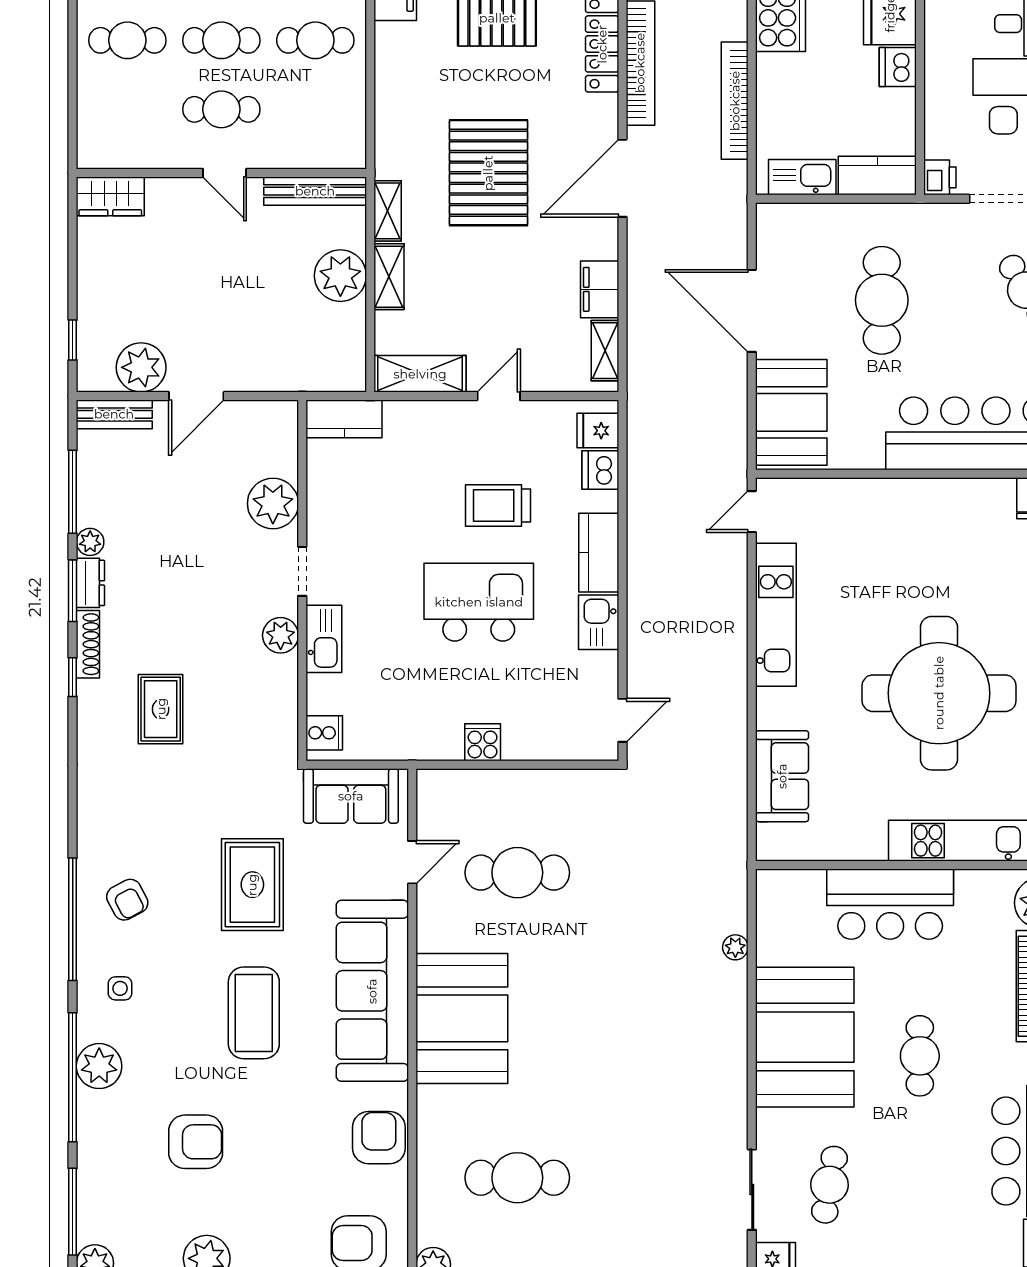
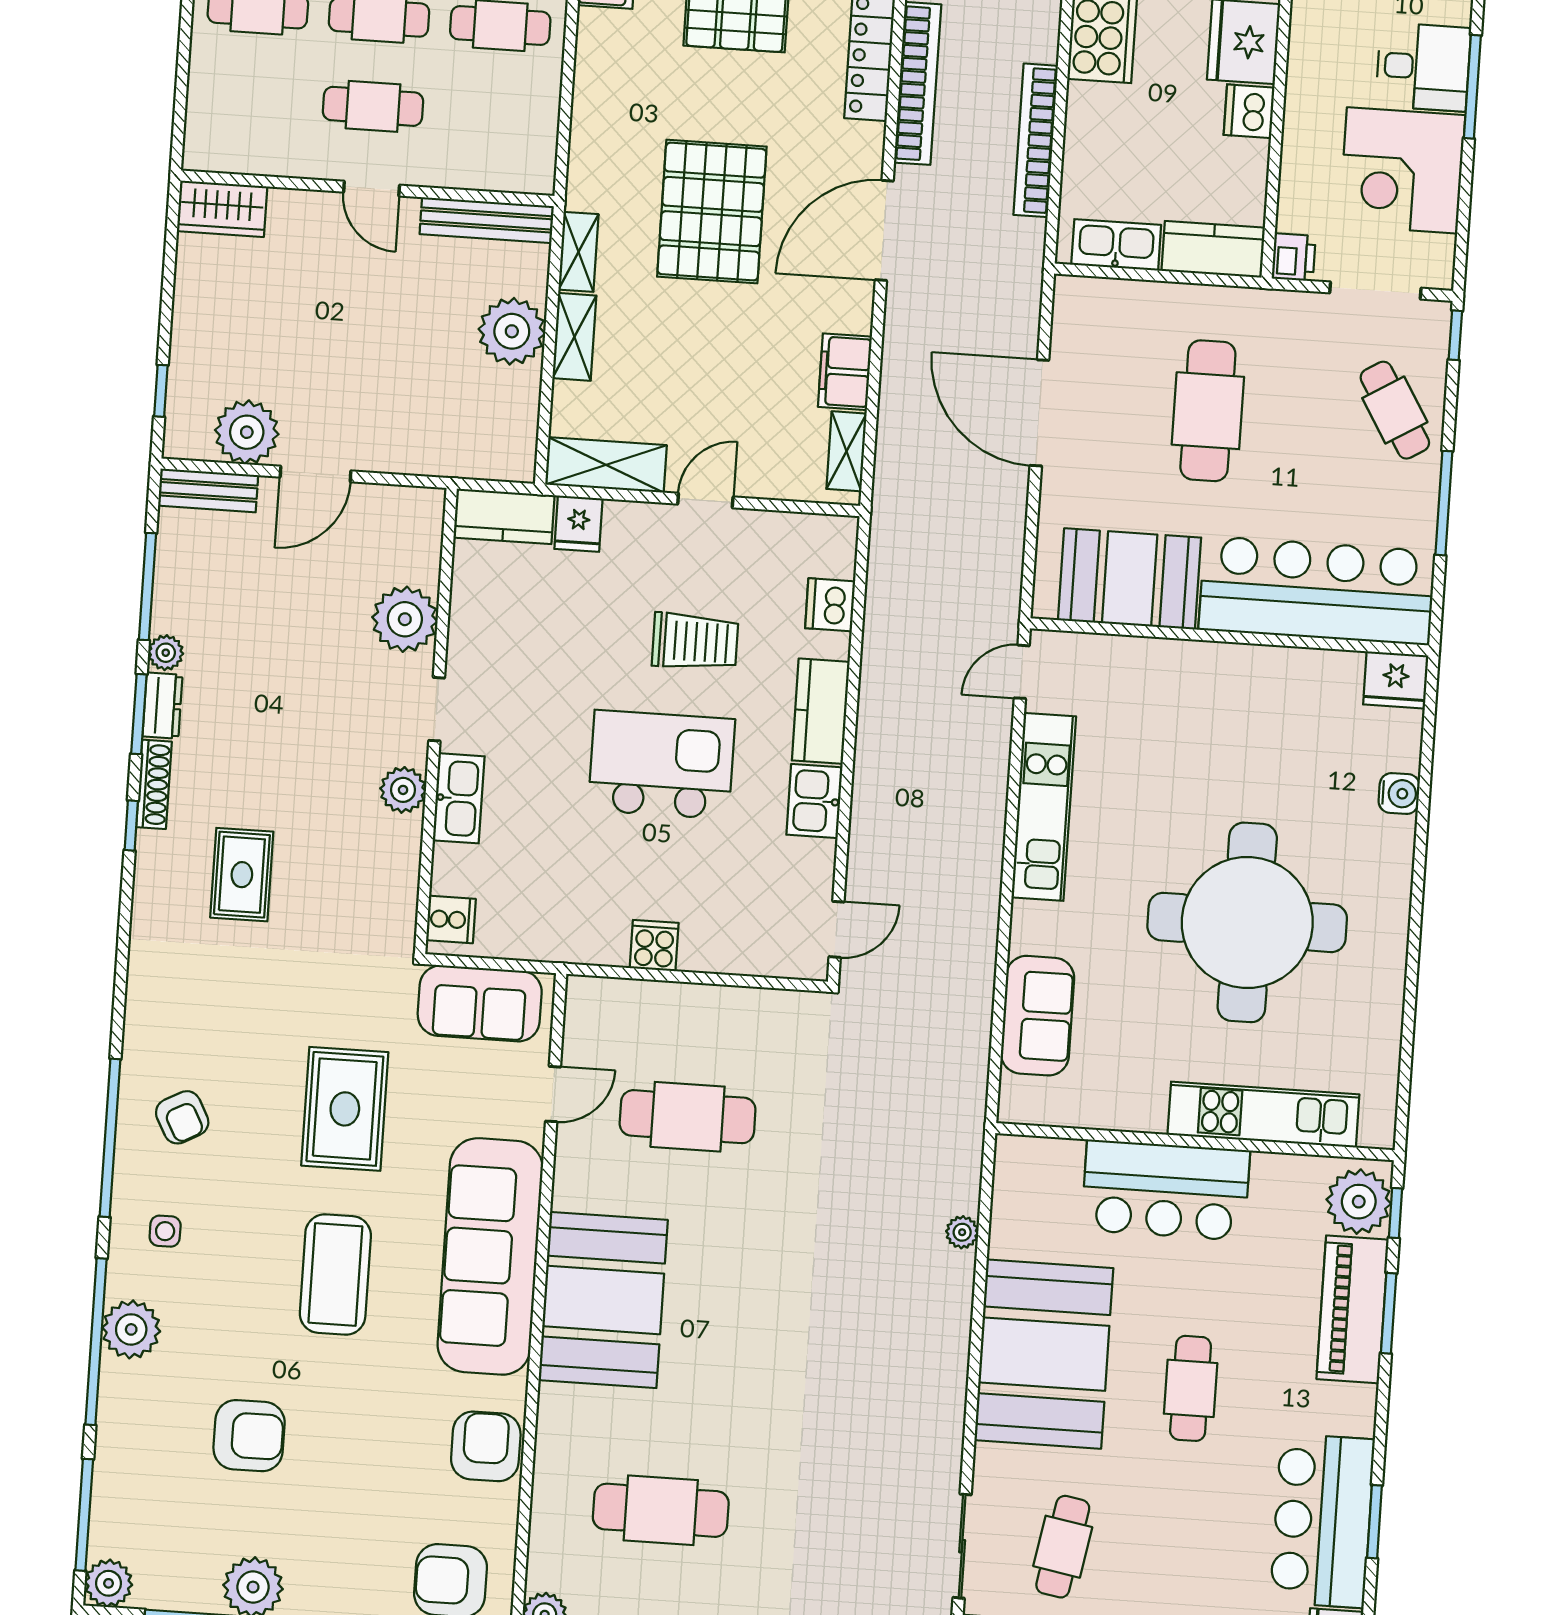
booth: (791, 412) -> (1130, 579), moved, turned 90
fridge: (598, 431) -> (579, 524), moved, turned -90
trolley: (498, 505) -> (695, 642), turned 180

